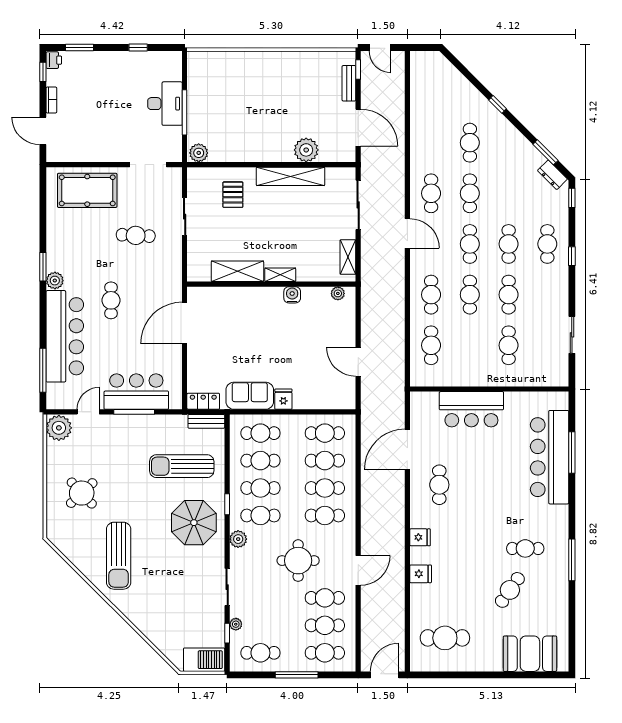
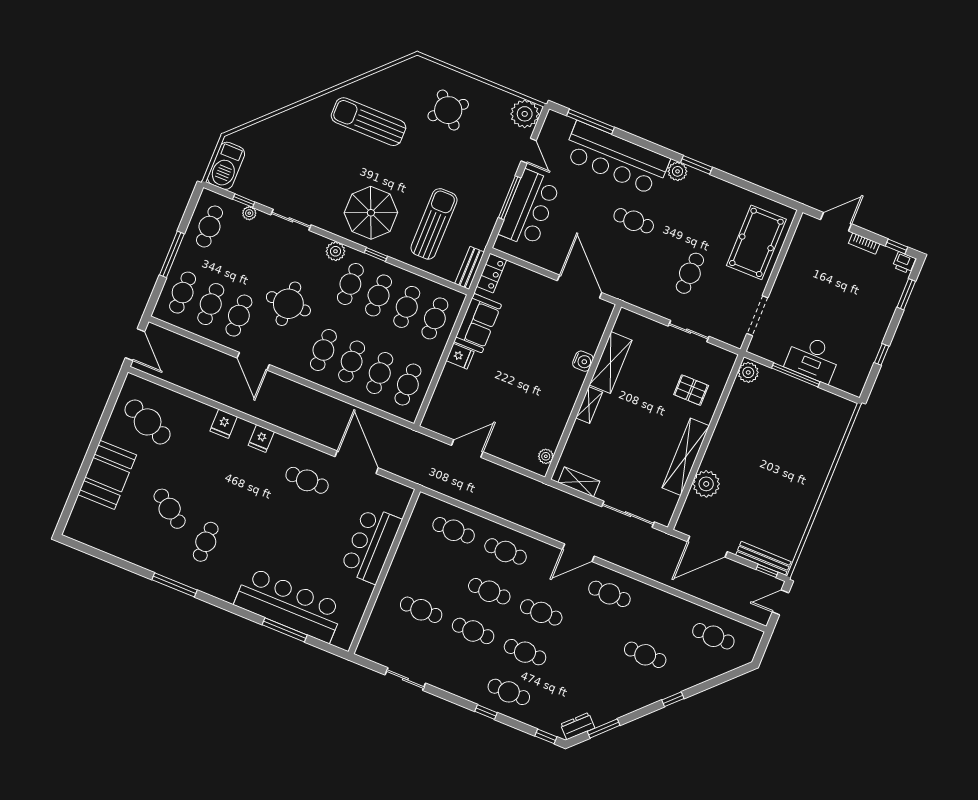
bench: (349, 83) -> (763, 558), width x1.36
cafe table: (470, 193) -> (713, 636), moved
water cooler: (292, 295) -> (583, 361), moved
cafe table: (445, 638) -> (148, 422), turned -68
booth: (530, 654) -> (107, 475), moved

